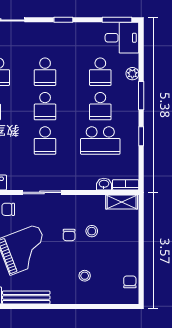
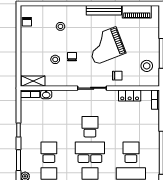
school desk: (45, 106) -> (90, 152), width x1.85
school desk: (100, 141) -> (49, 127), removed

